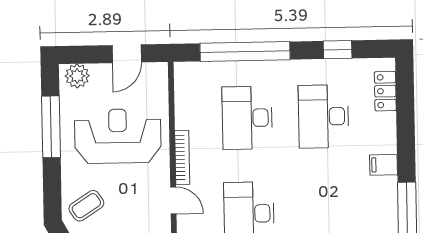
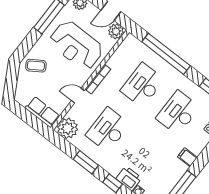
plant: (155, 75) -> (116, 31), added
reception desk: (118, 136) -> (76, 45), turned 180
door: (173, 200) -> (78, 96), swing flipped

